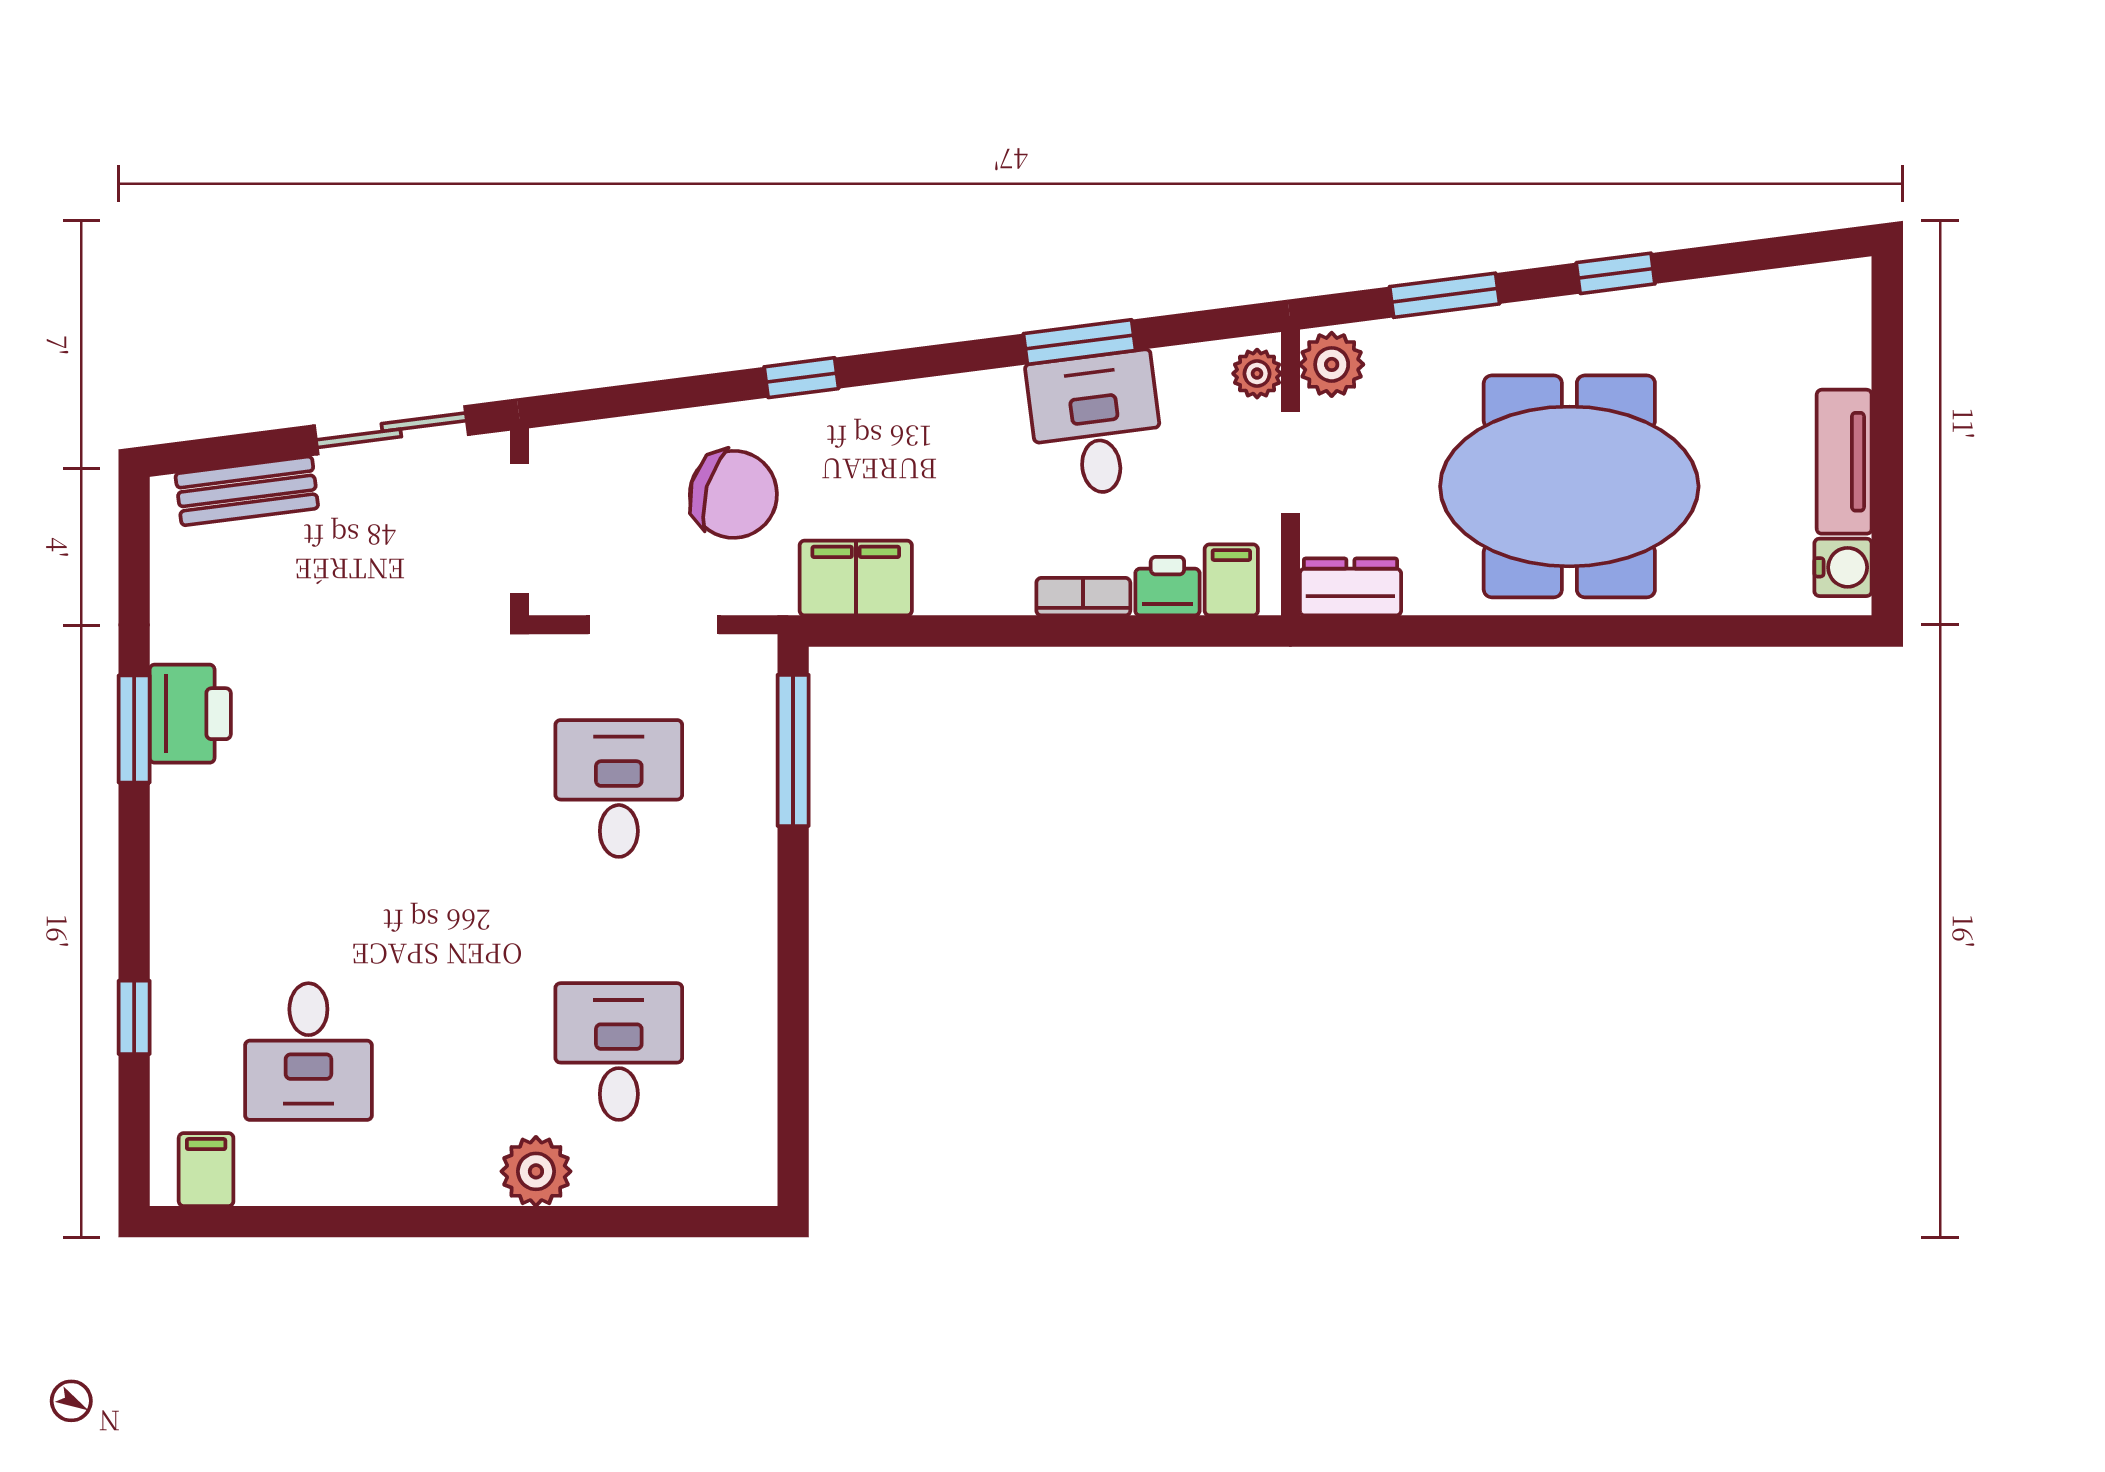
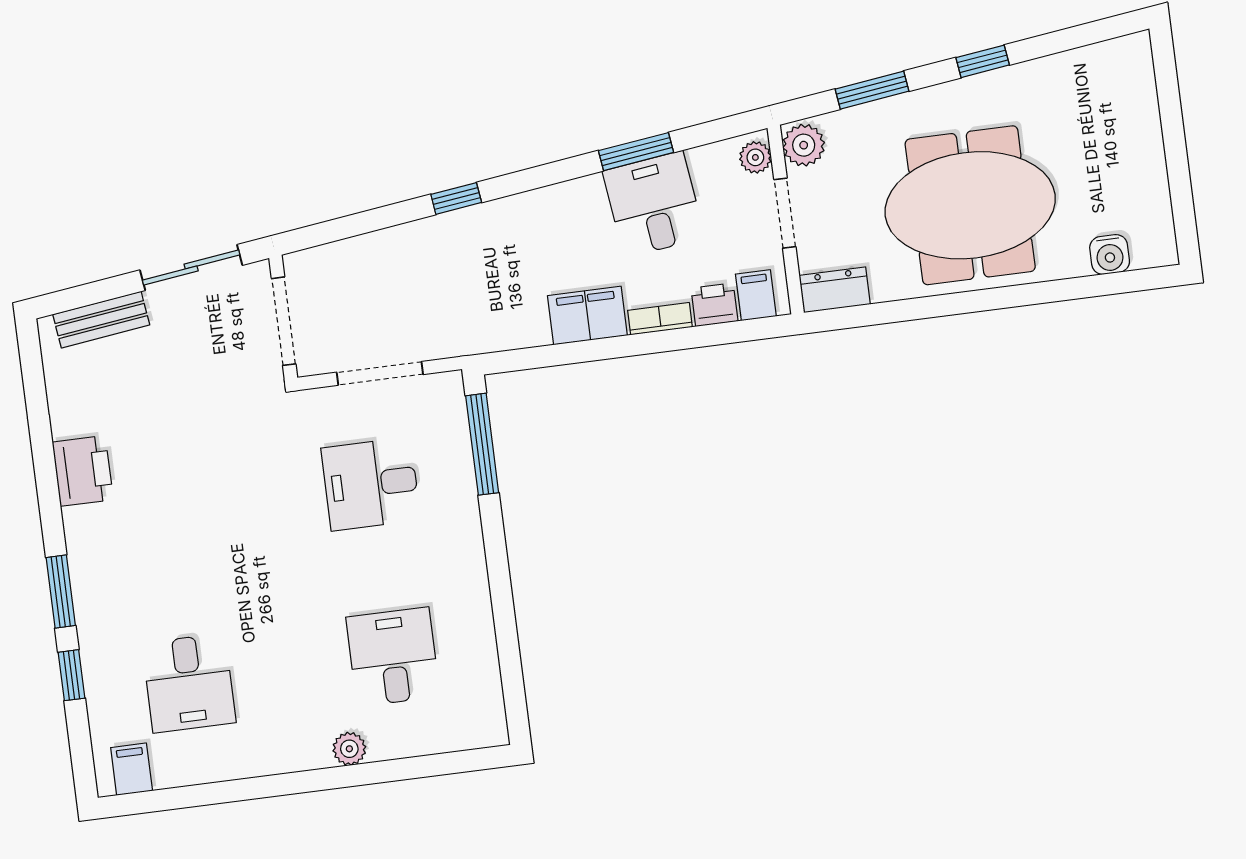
tv unit: (1844, 462) -> (1149, 166), removed
chair: (733, 494) -> (421, 281), removed
water cooler: (1843, 567) -> (1110, 255), moved, turned 90
filing cabinet: (856, 578) -> (587, 316), moved
window: (134, 729) -> (61, 592), moved
desk: (619, 789) -> (371, 484), turned -90
plant: (536, 1171) -> (349, 749), width x0.73, depth x0.73

